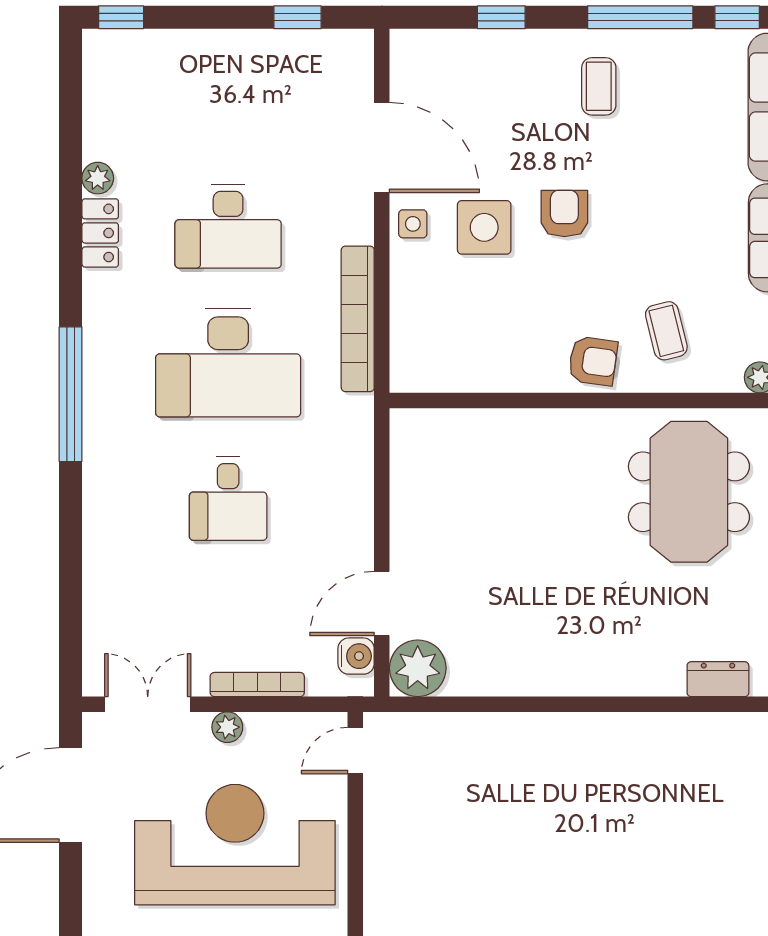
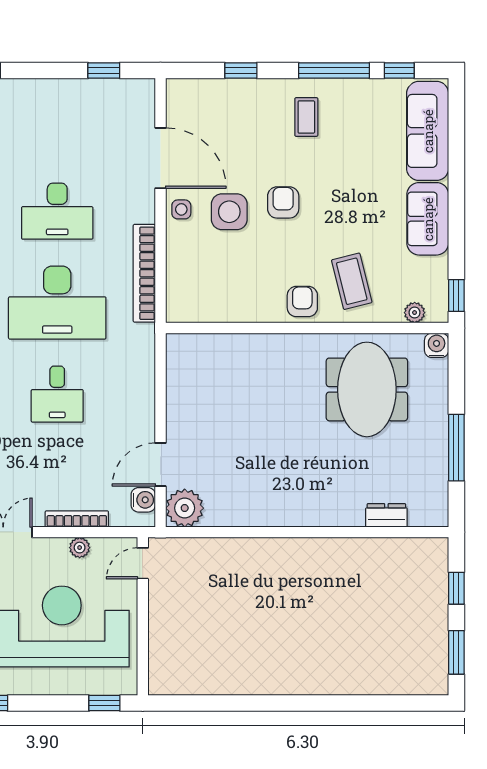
coffee table: (666, 331) -> (352, 281), width x1.36, depth x1.30
armchair: (593, 361) -> (302, 302), turned -98
plant: (227, 727) -> (80, 548), moved

